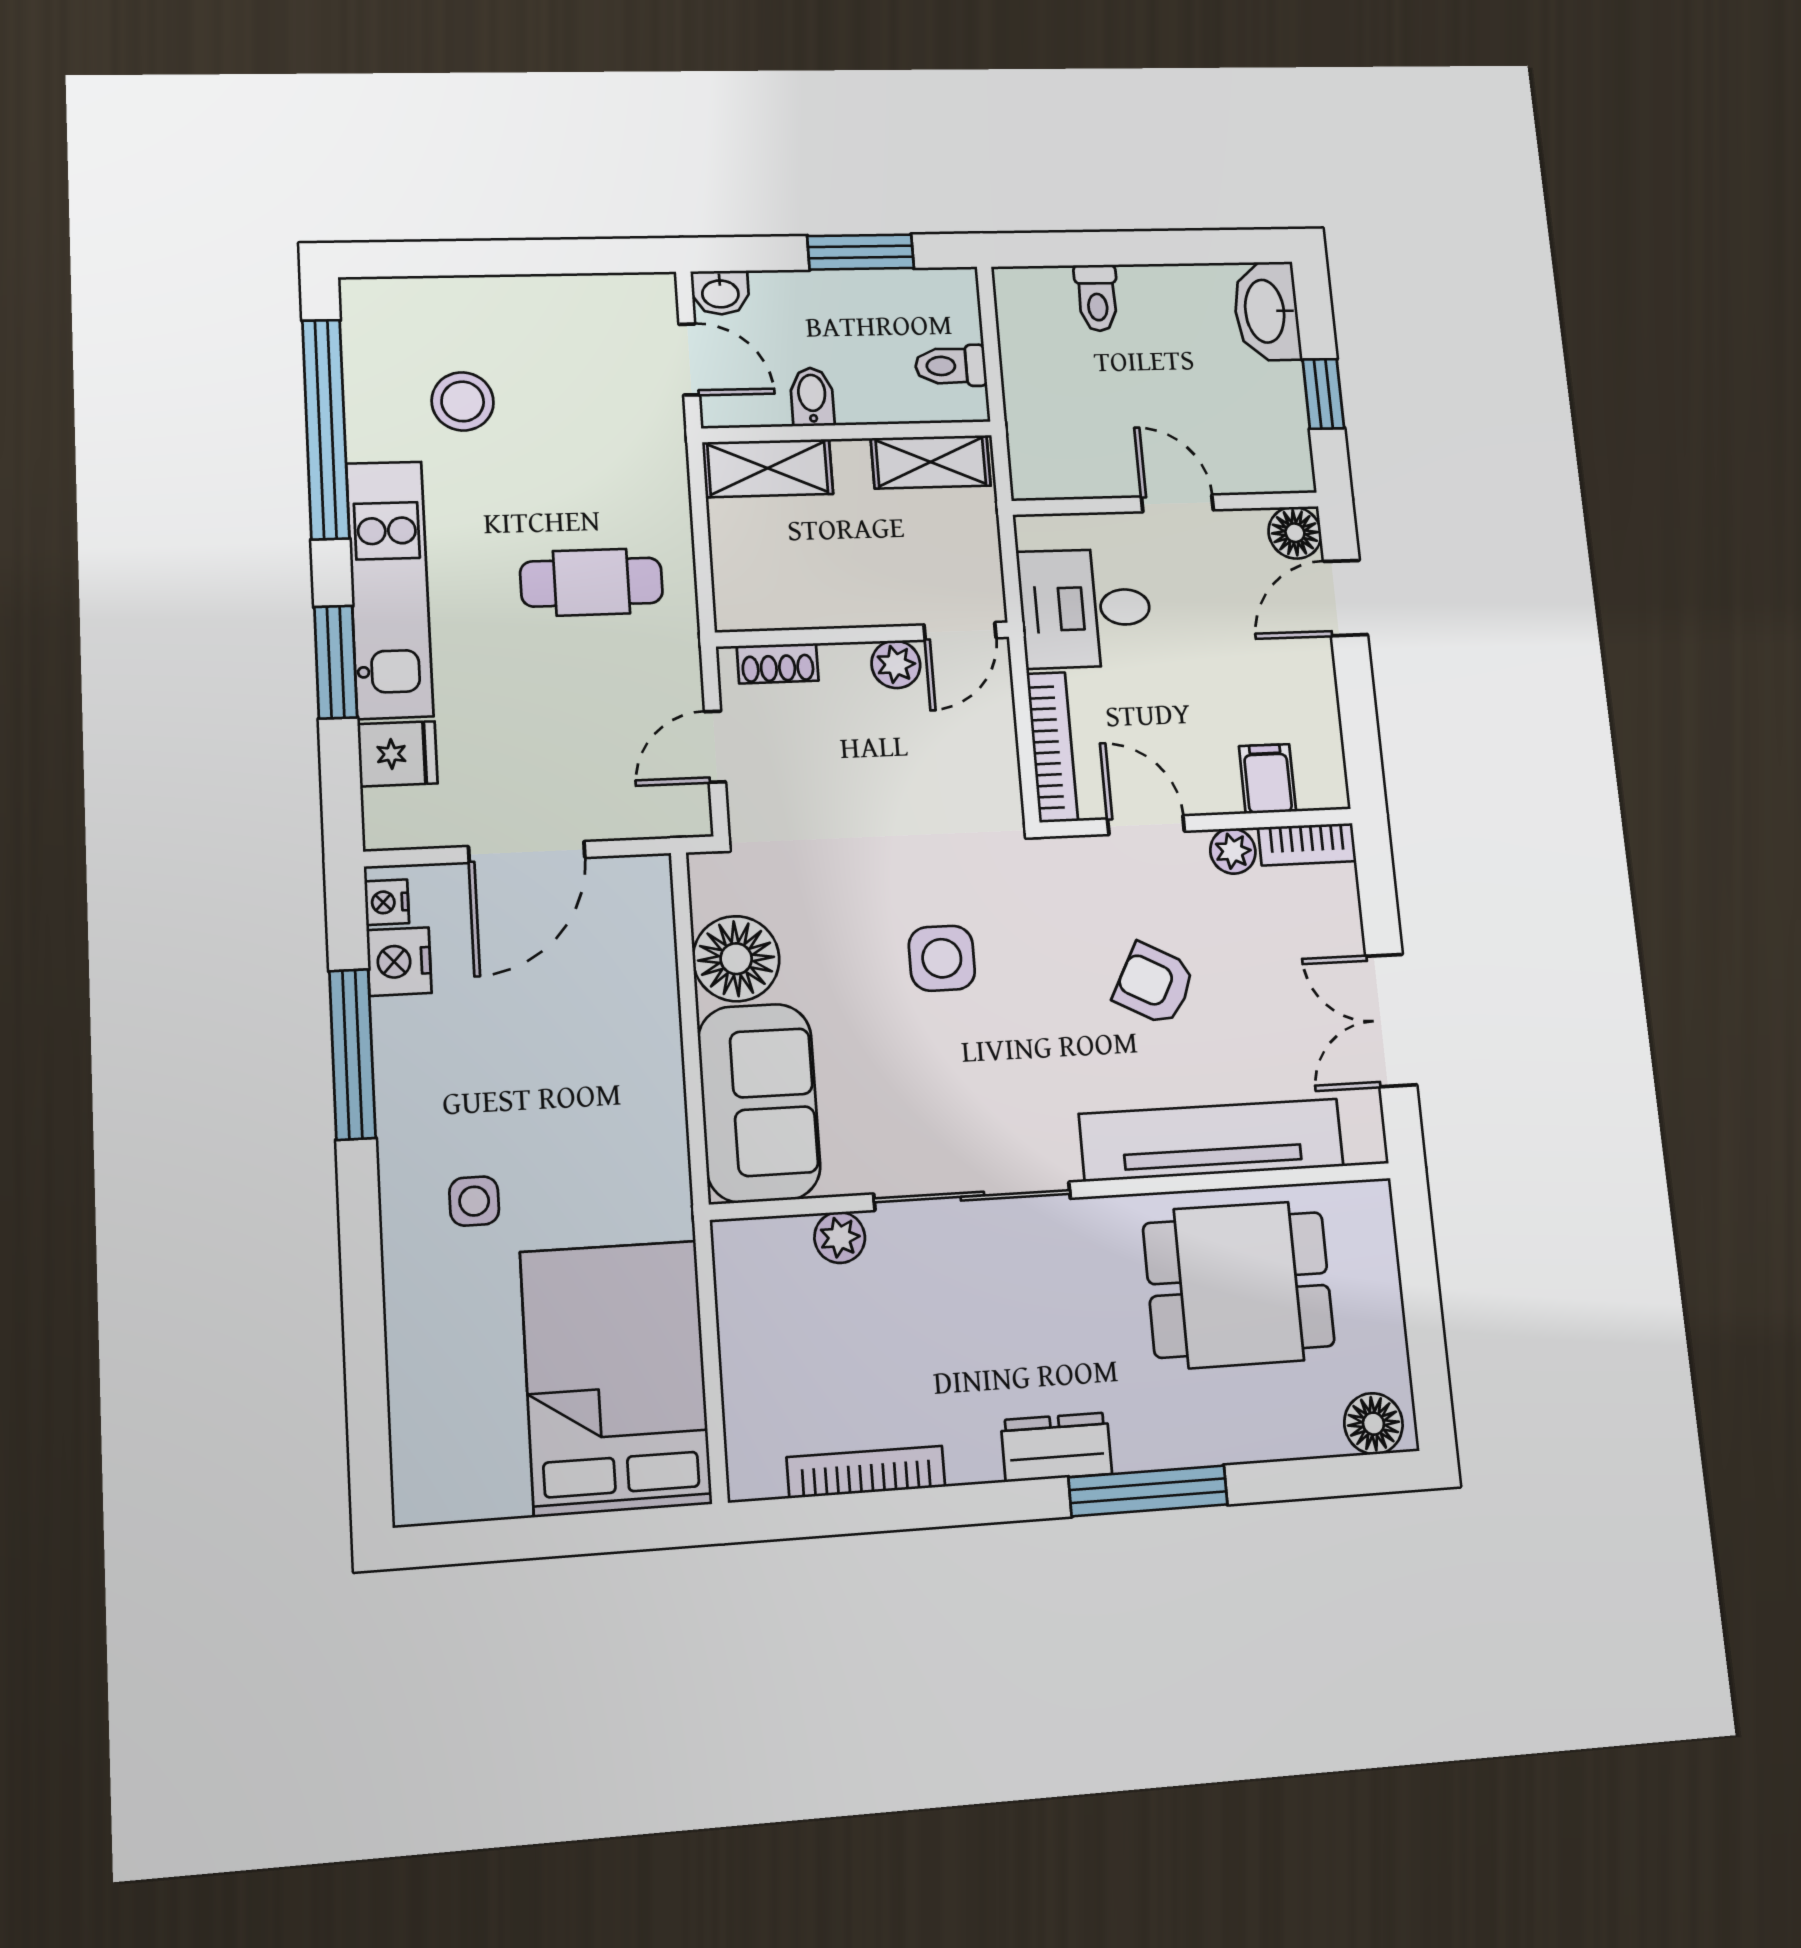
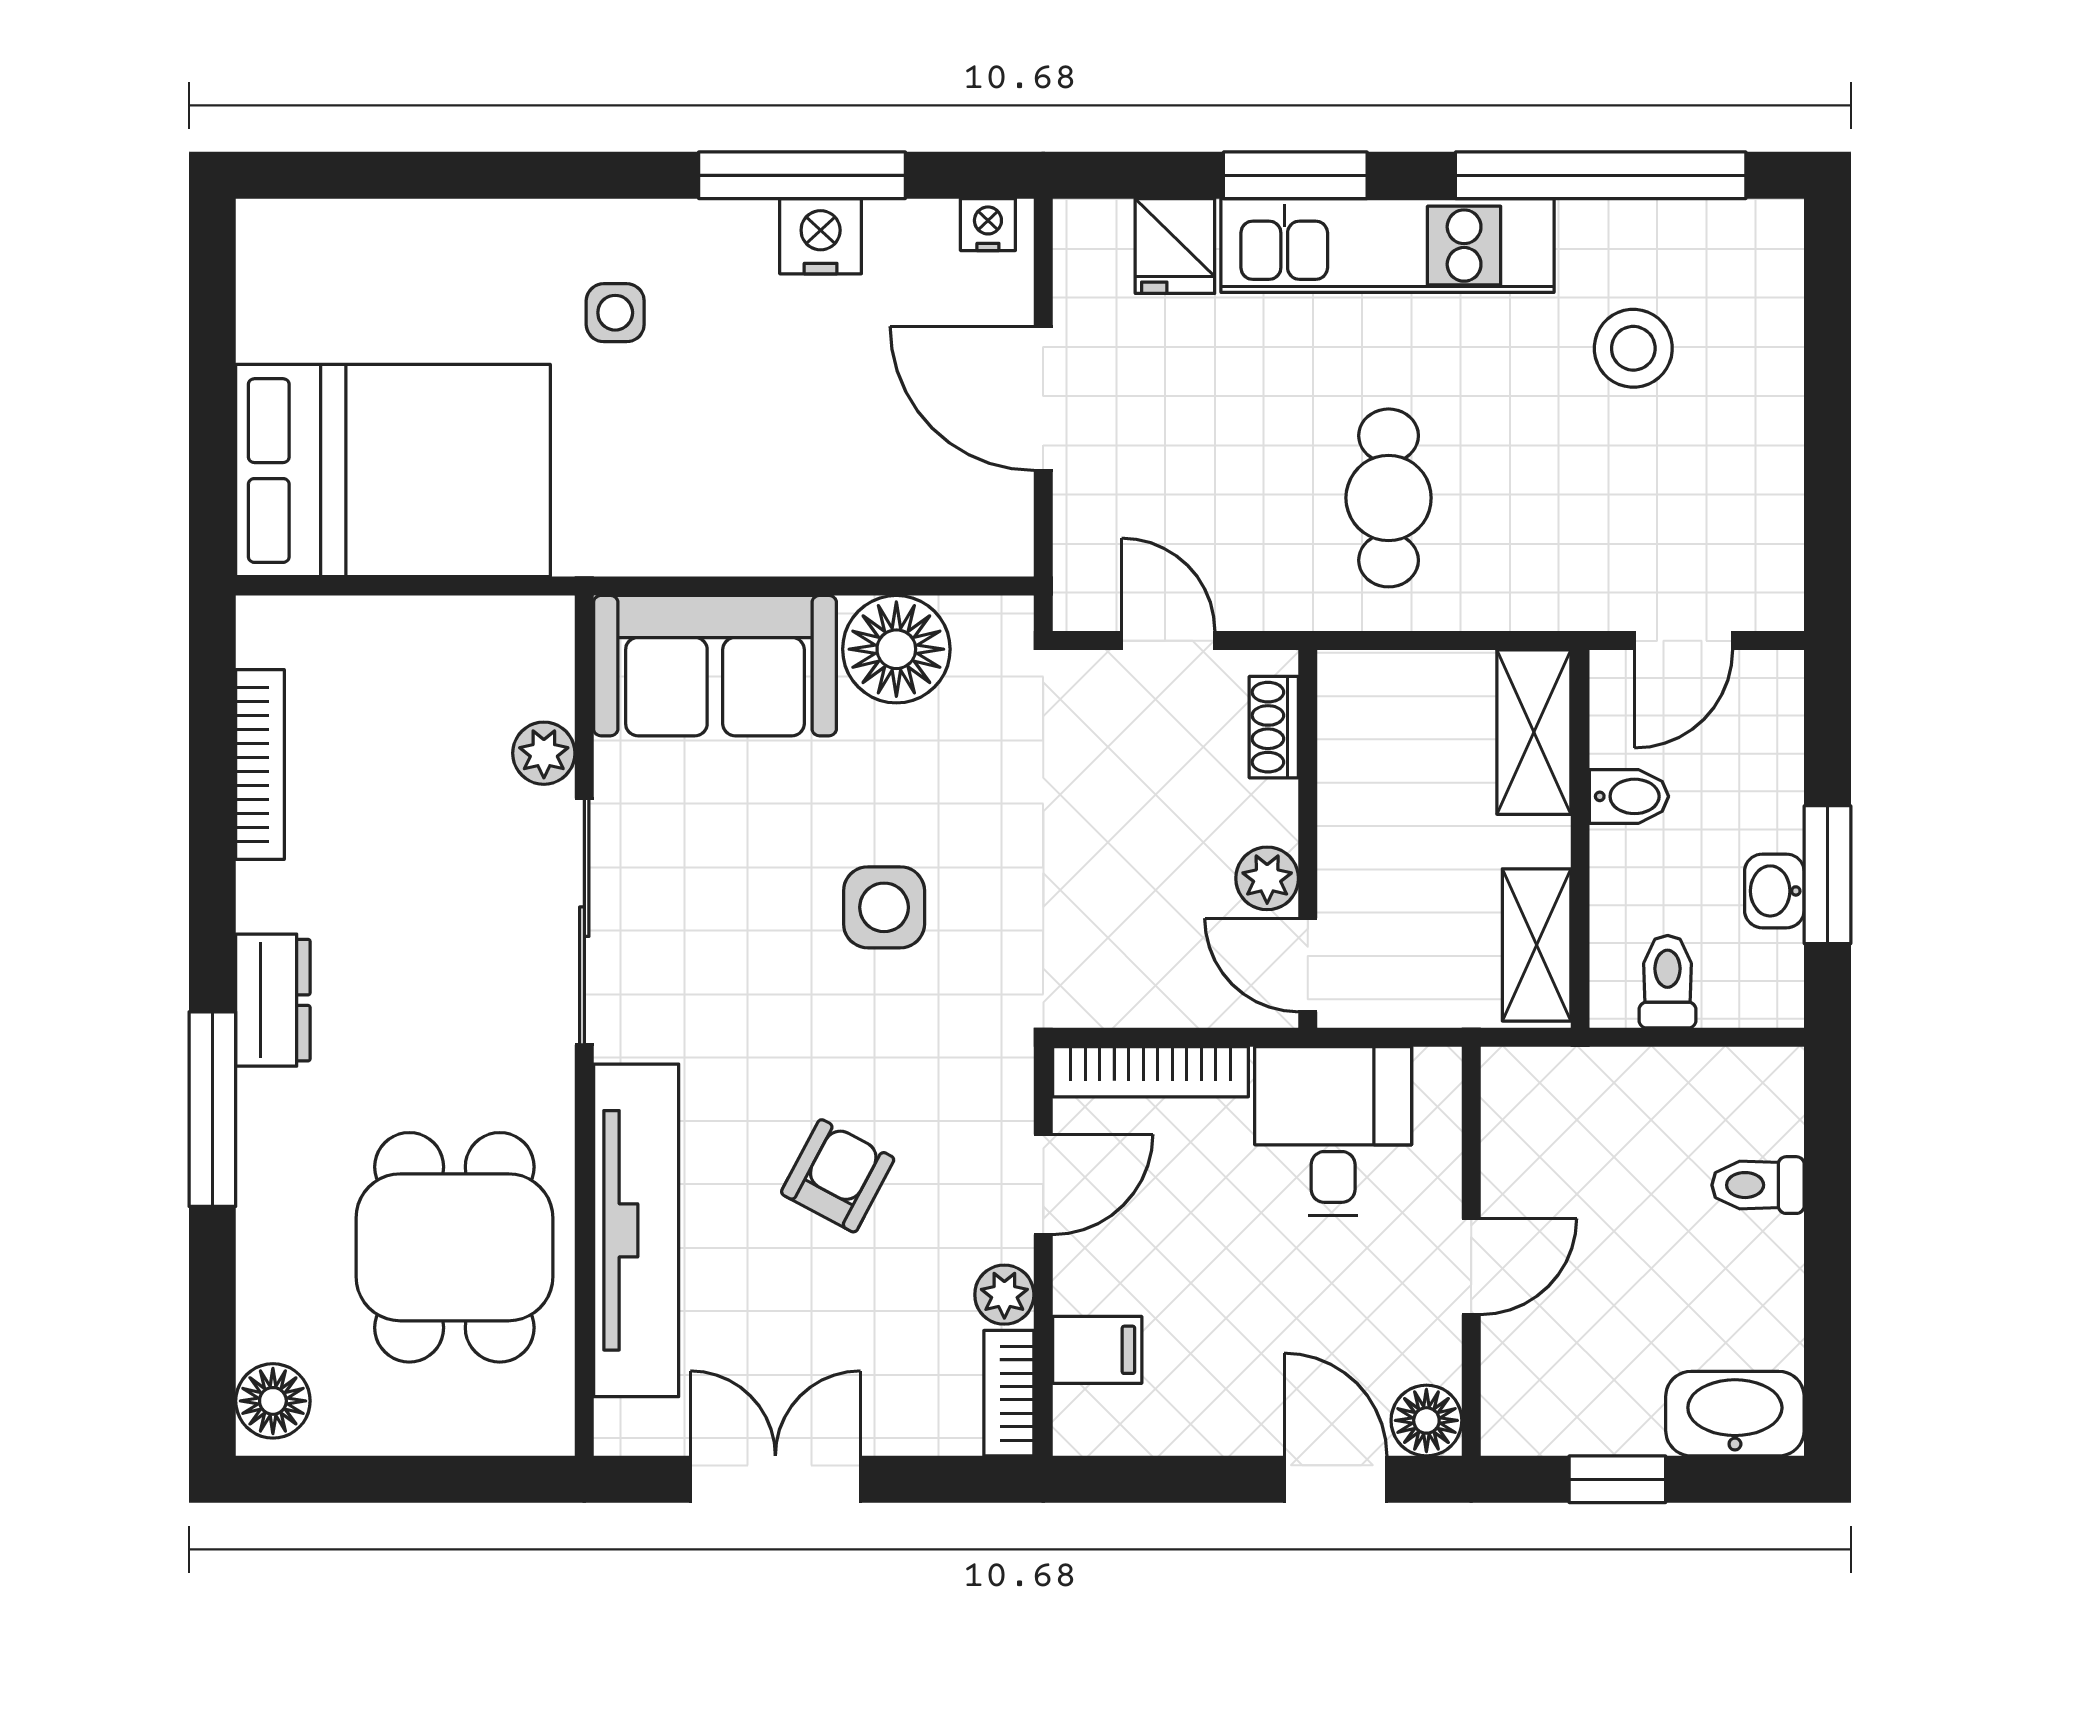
washbasin: (720, 293) -> (1774, 891), moved
nightstand: (399, 962) -> (821, 236), moved

